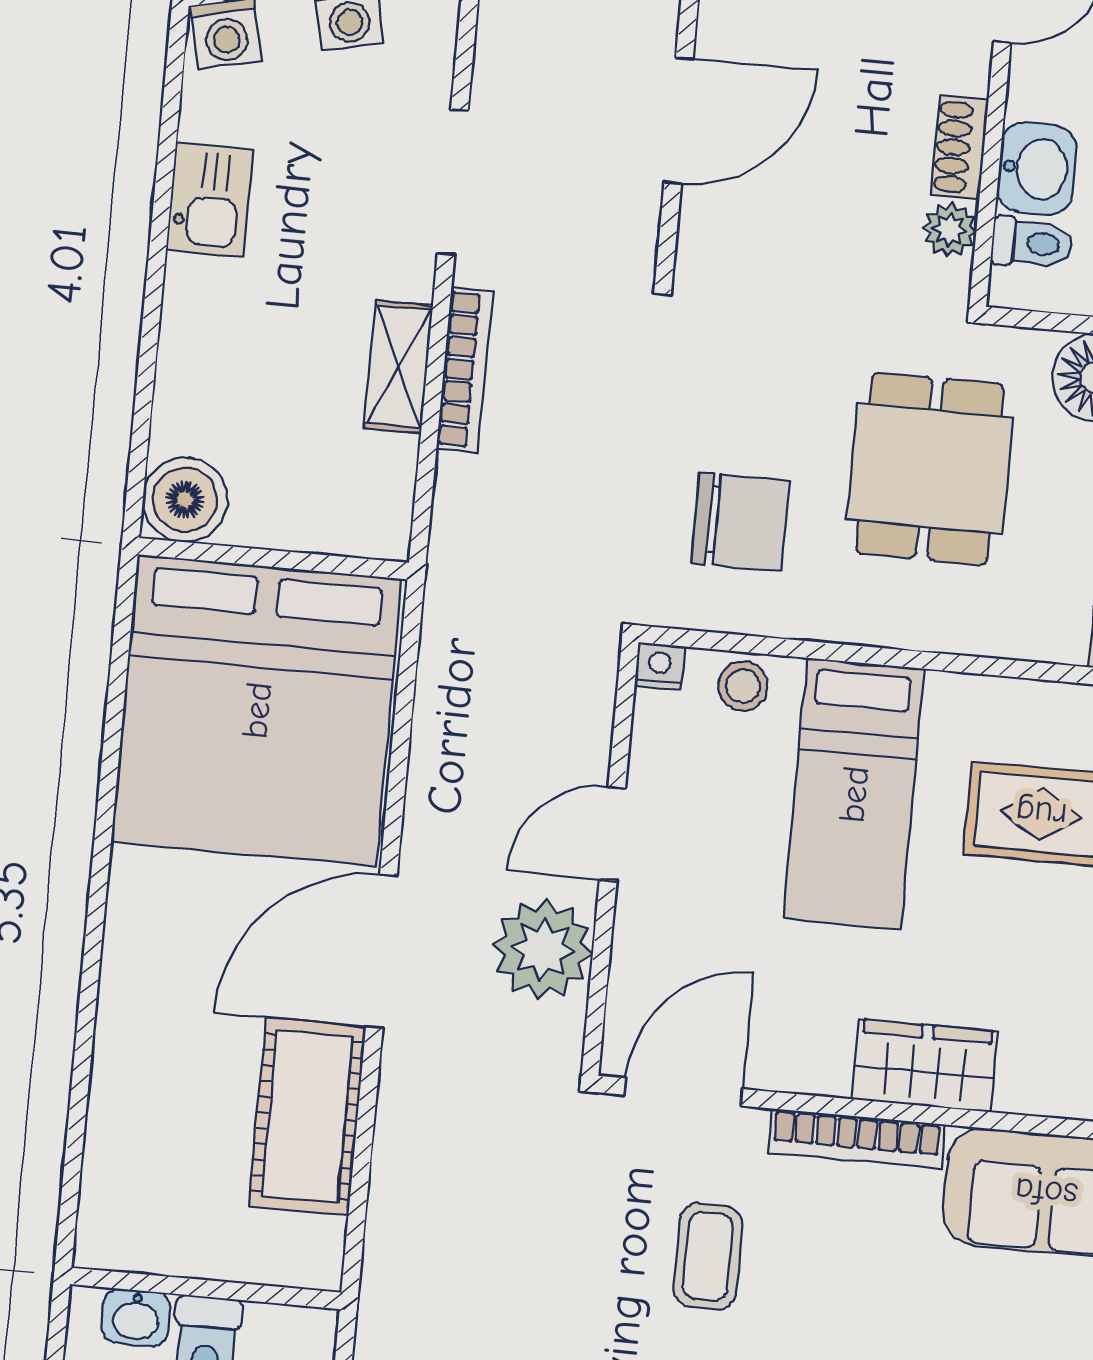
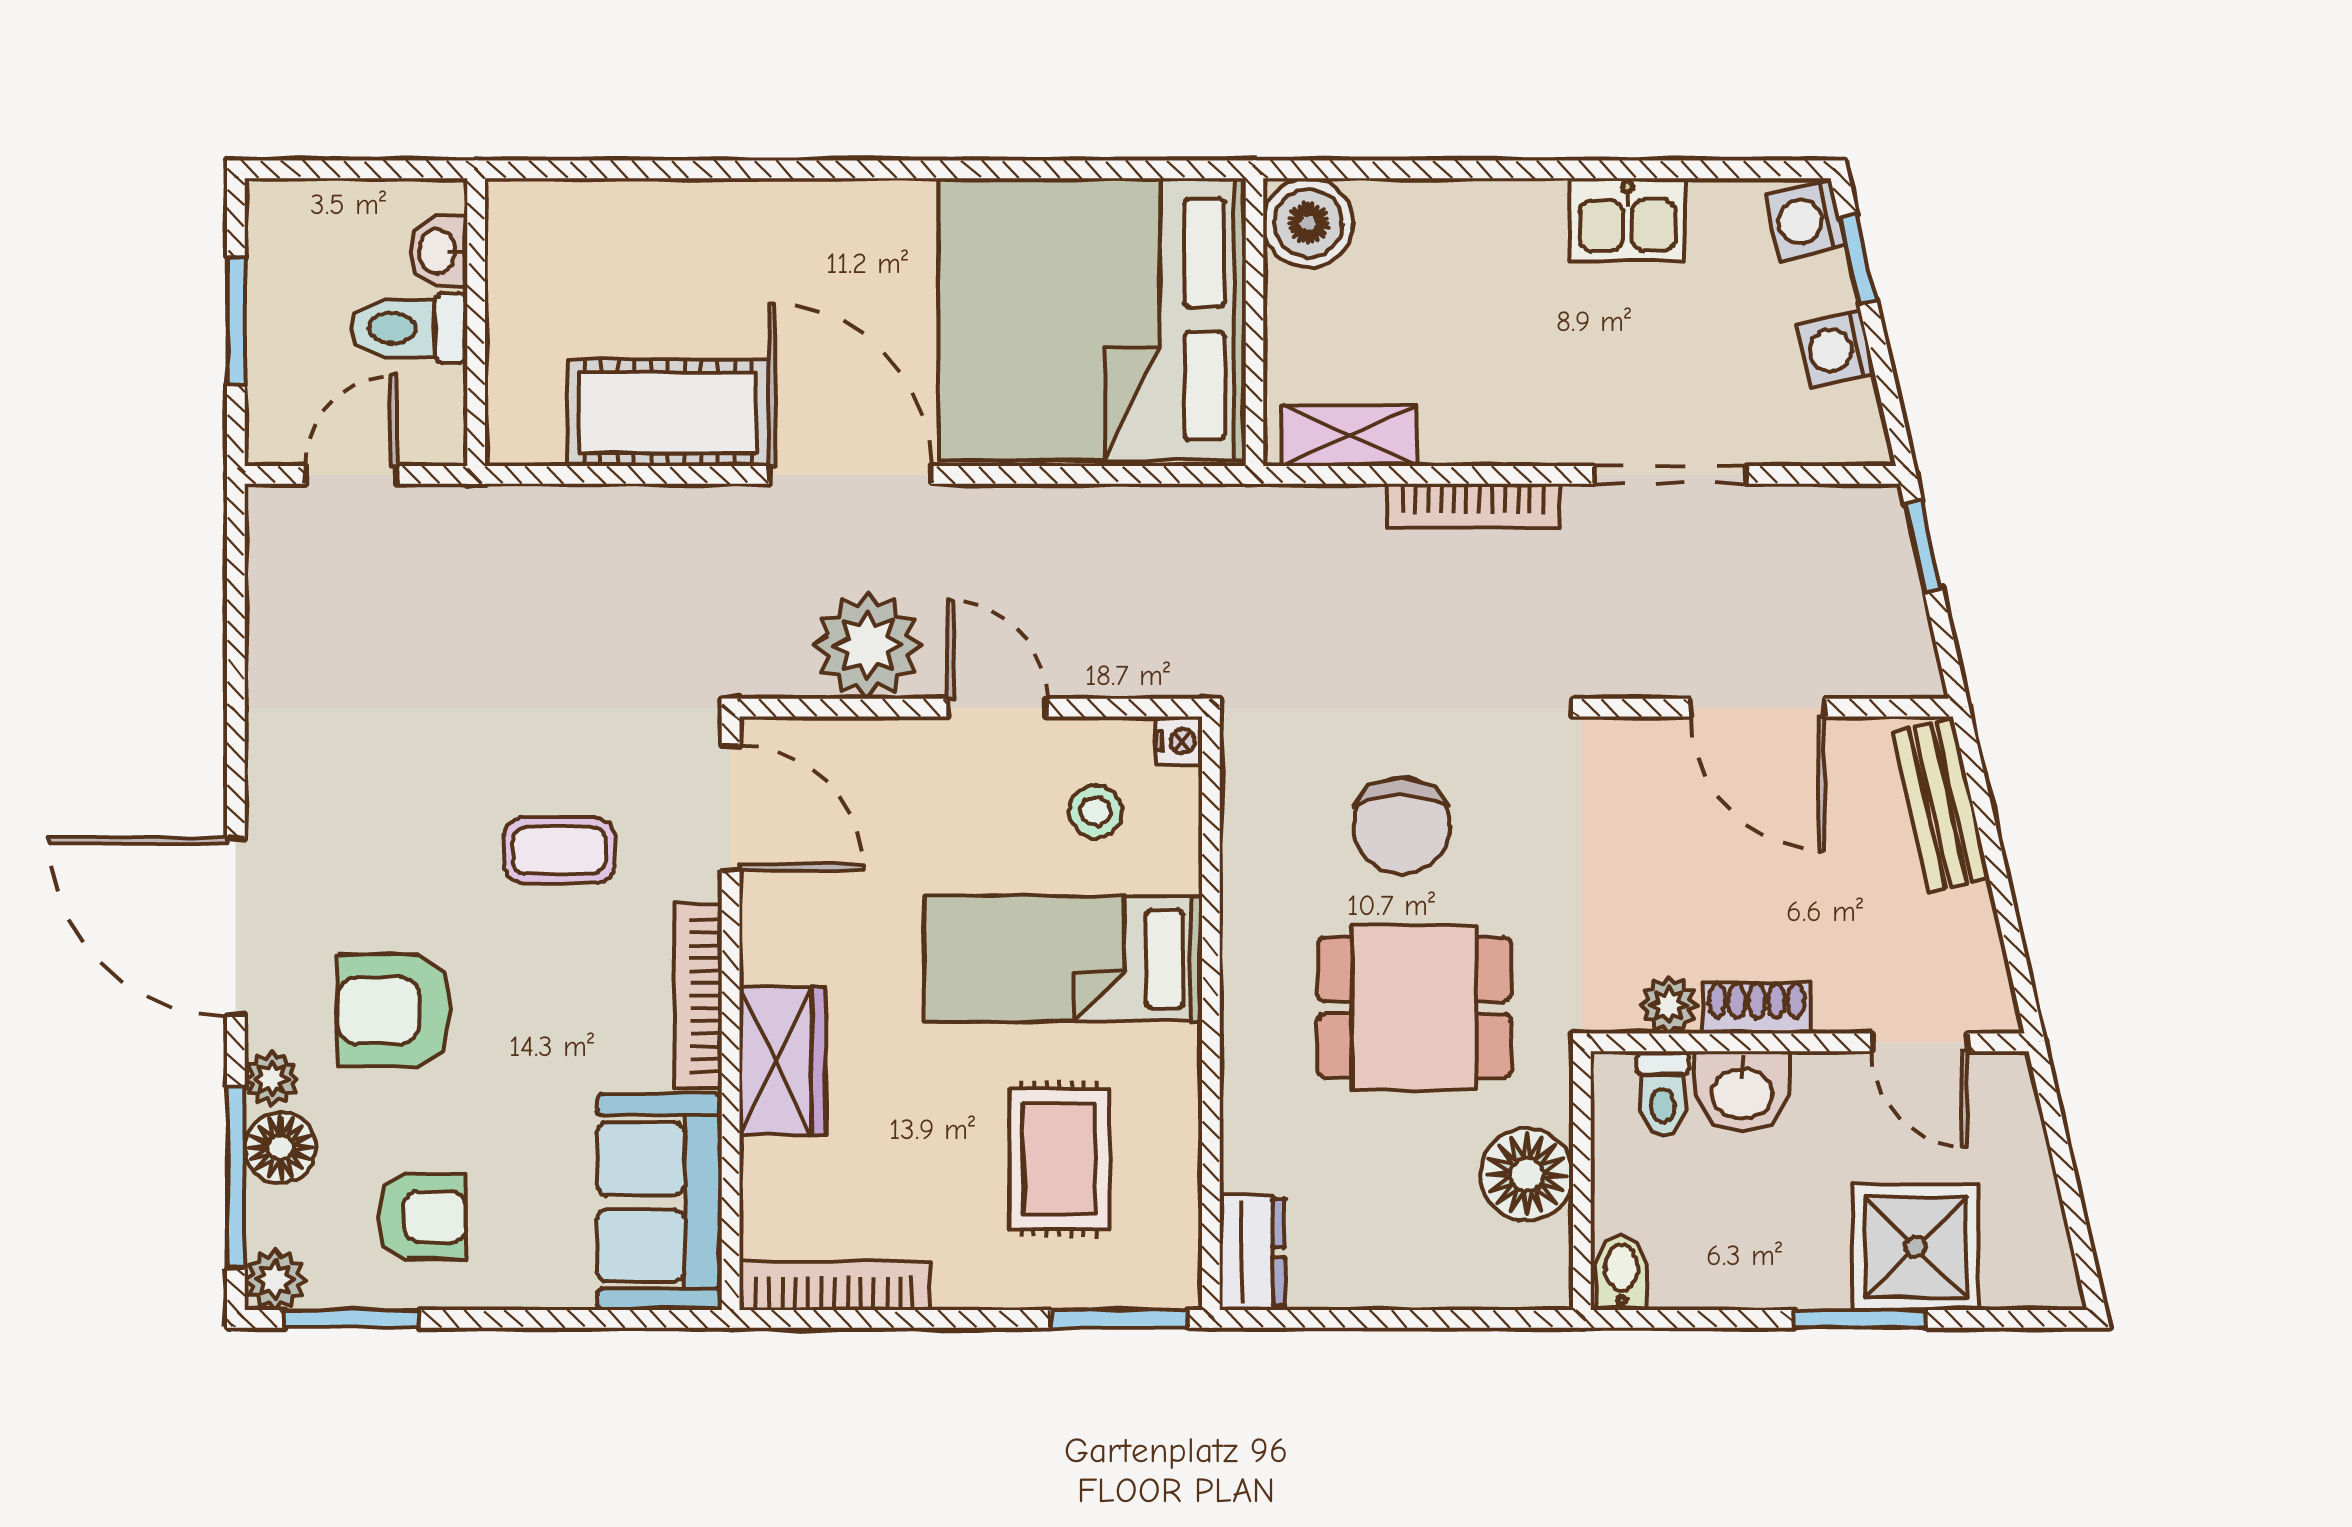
shelving: (398, 367) -> (1349, 436), moved
chair: (740, 522) -> (1401, 826), moved
stool: (743, 686) -> (1096, 811), moved

